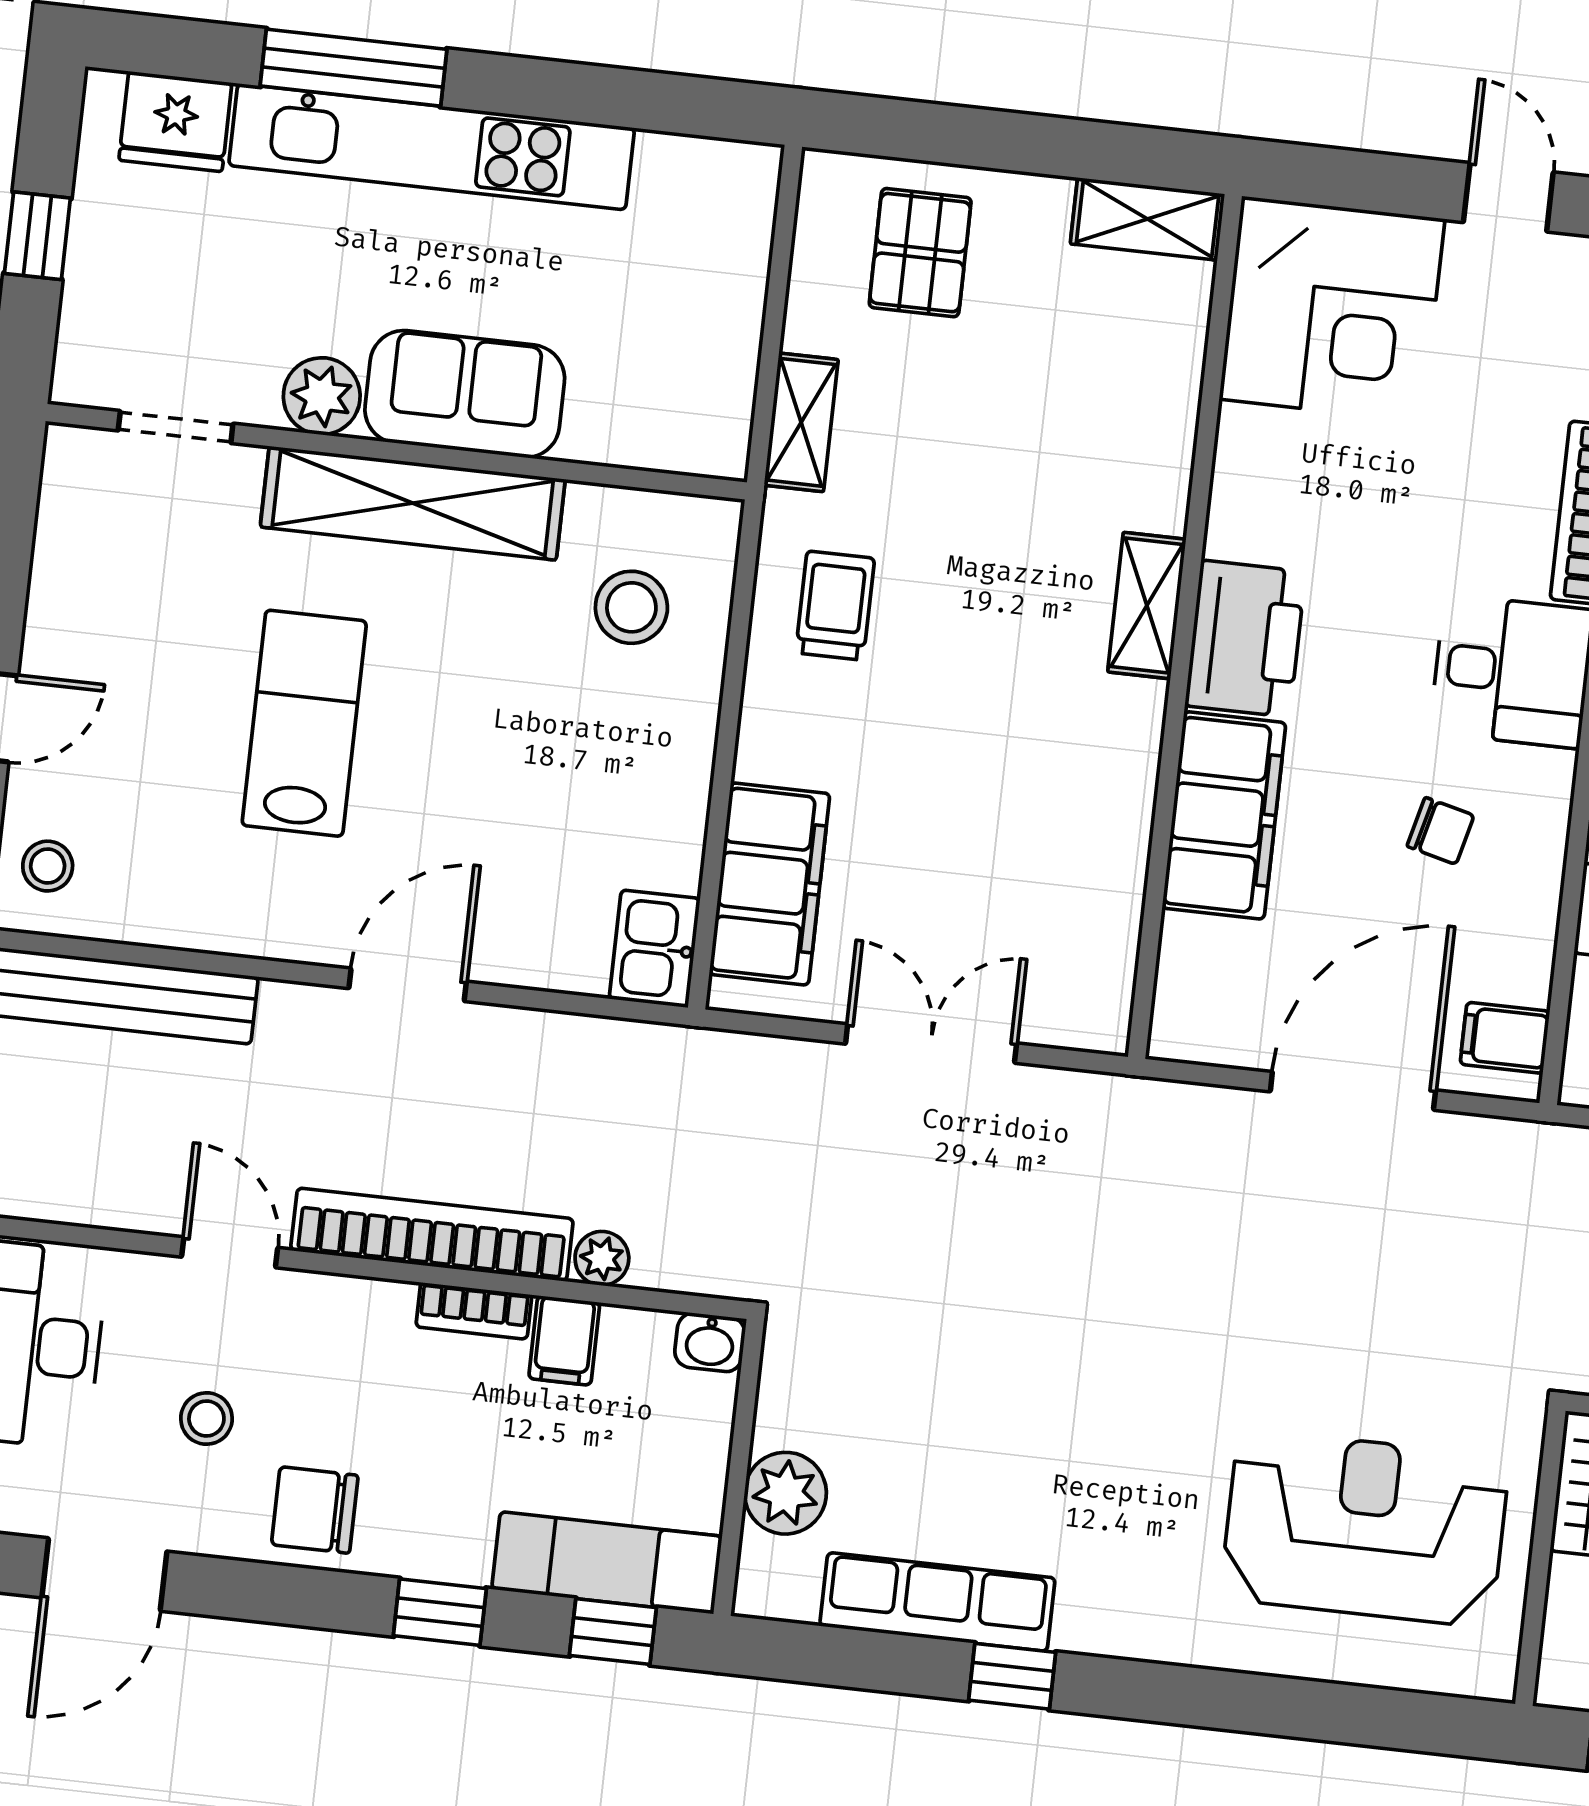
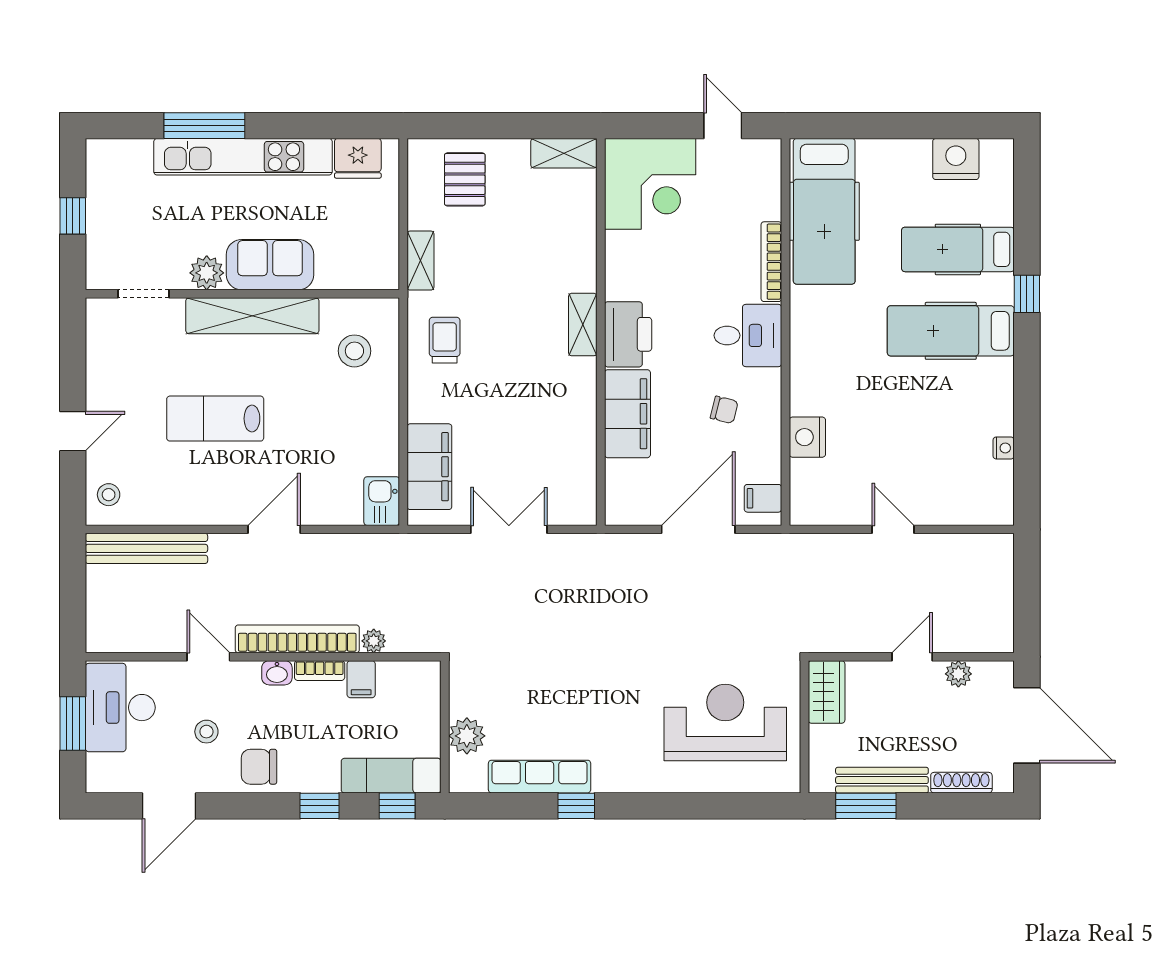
fridge: (175, 121) -> (358, 158), moved
lab bench: (304, 723) -> (215, 419), turned -90
washbasin: (710, 1342) -> (277, 673), moved

